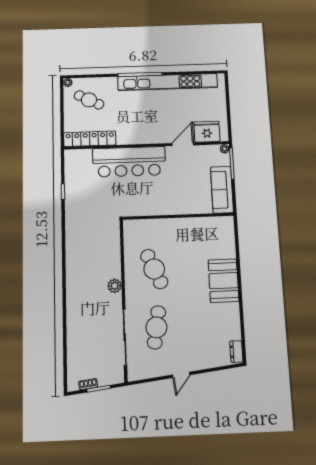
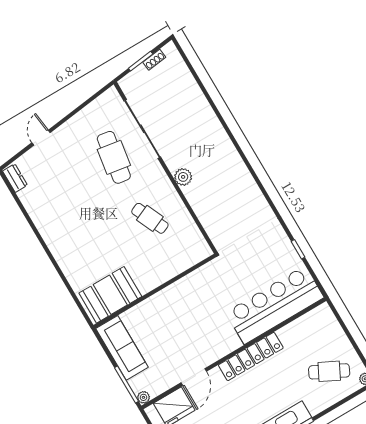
locker: (90, 139) -> (251, 356), moved
bar counter: (129, 162) -> (275, 305), moved
cafe table: (154, 269) -> (150, 218), width x0.73, depth x0.74
booth: (224, 281) -> (110, 295), moved, turned 90
door: (181, 375) -> (41, 138), moved

